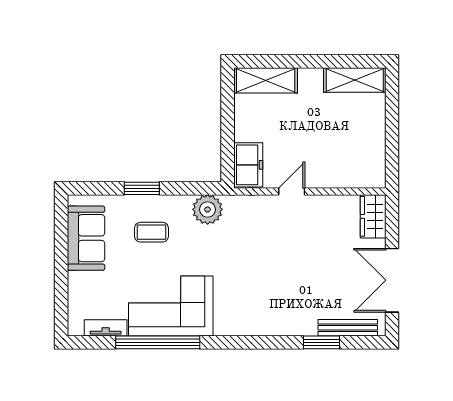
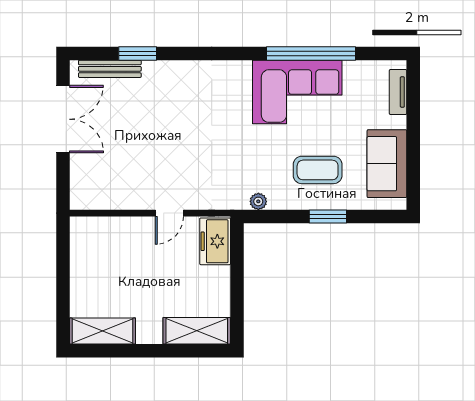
plant: (208, 209) -> (258, 201), width x0.53, depth x0.53
wardrobe: (373, 216) -> (83, 187), removed
coffee table: (151, 232) -> (318, 170), width x1.36, depth x1.30
tv unit: (106, 328) -> (398, 92), moved, turned 90

